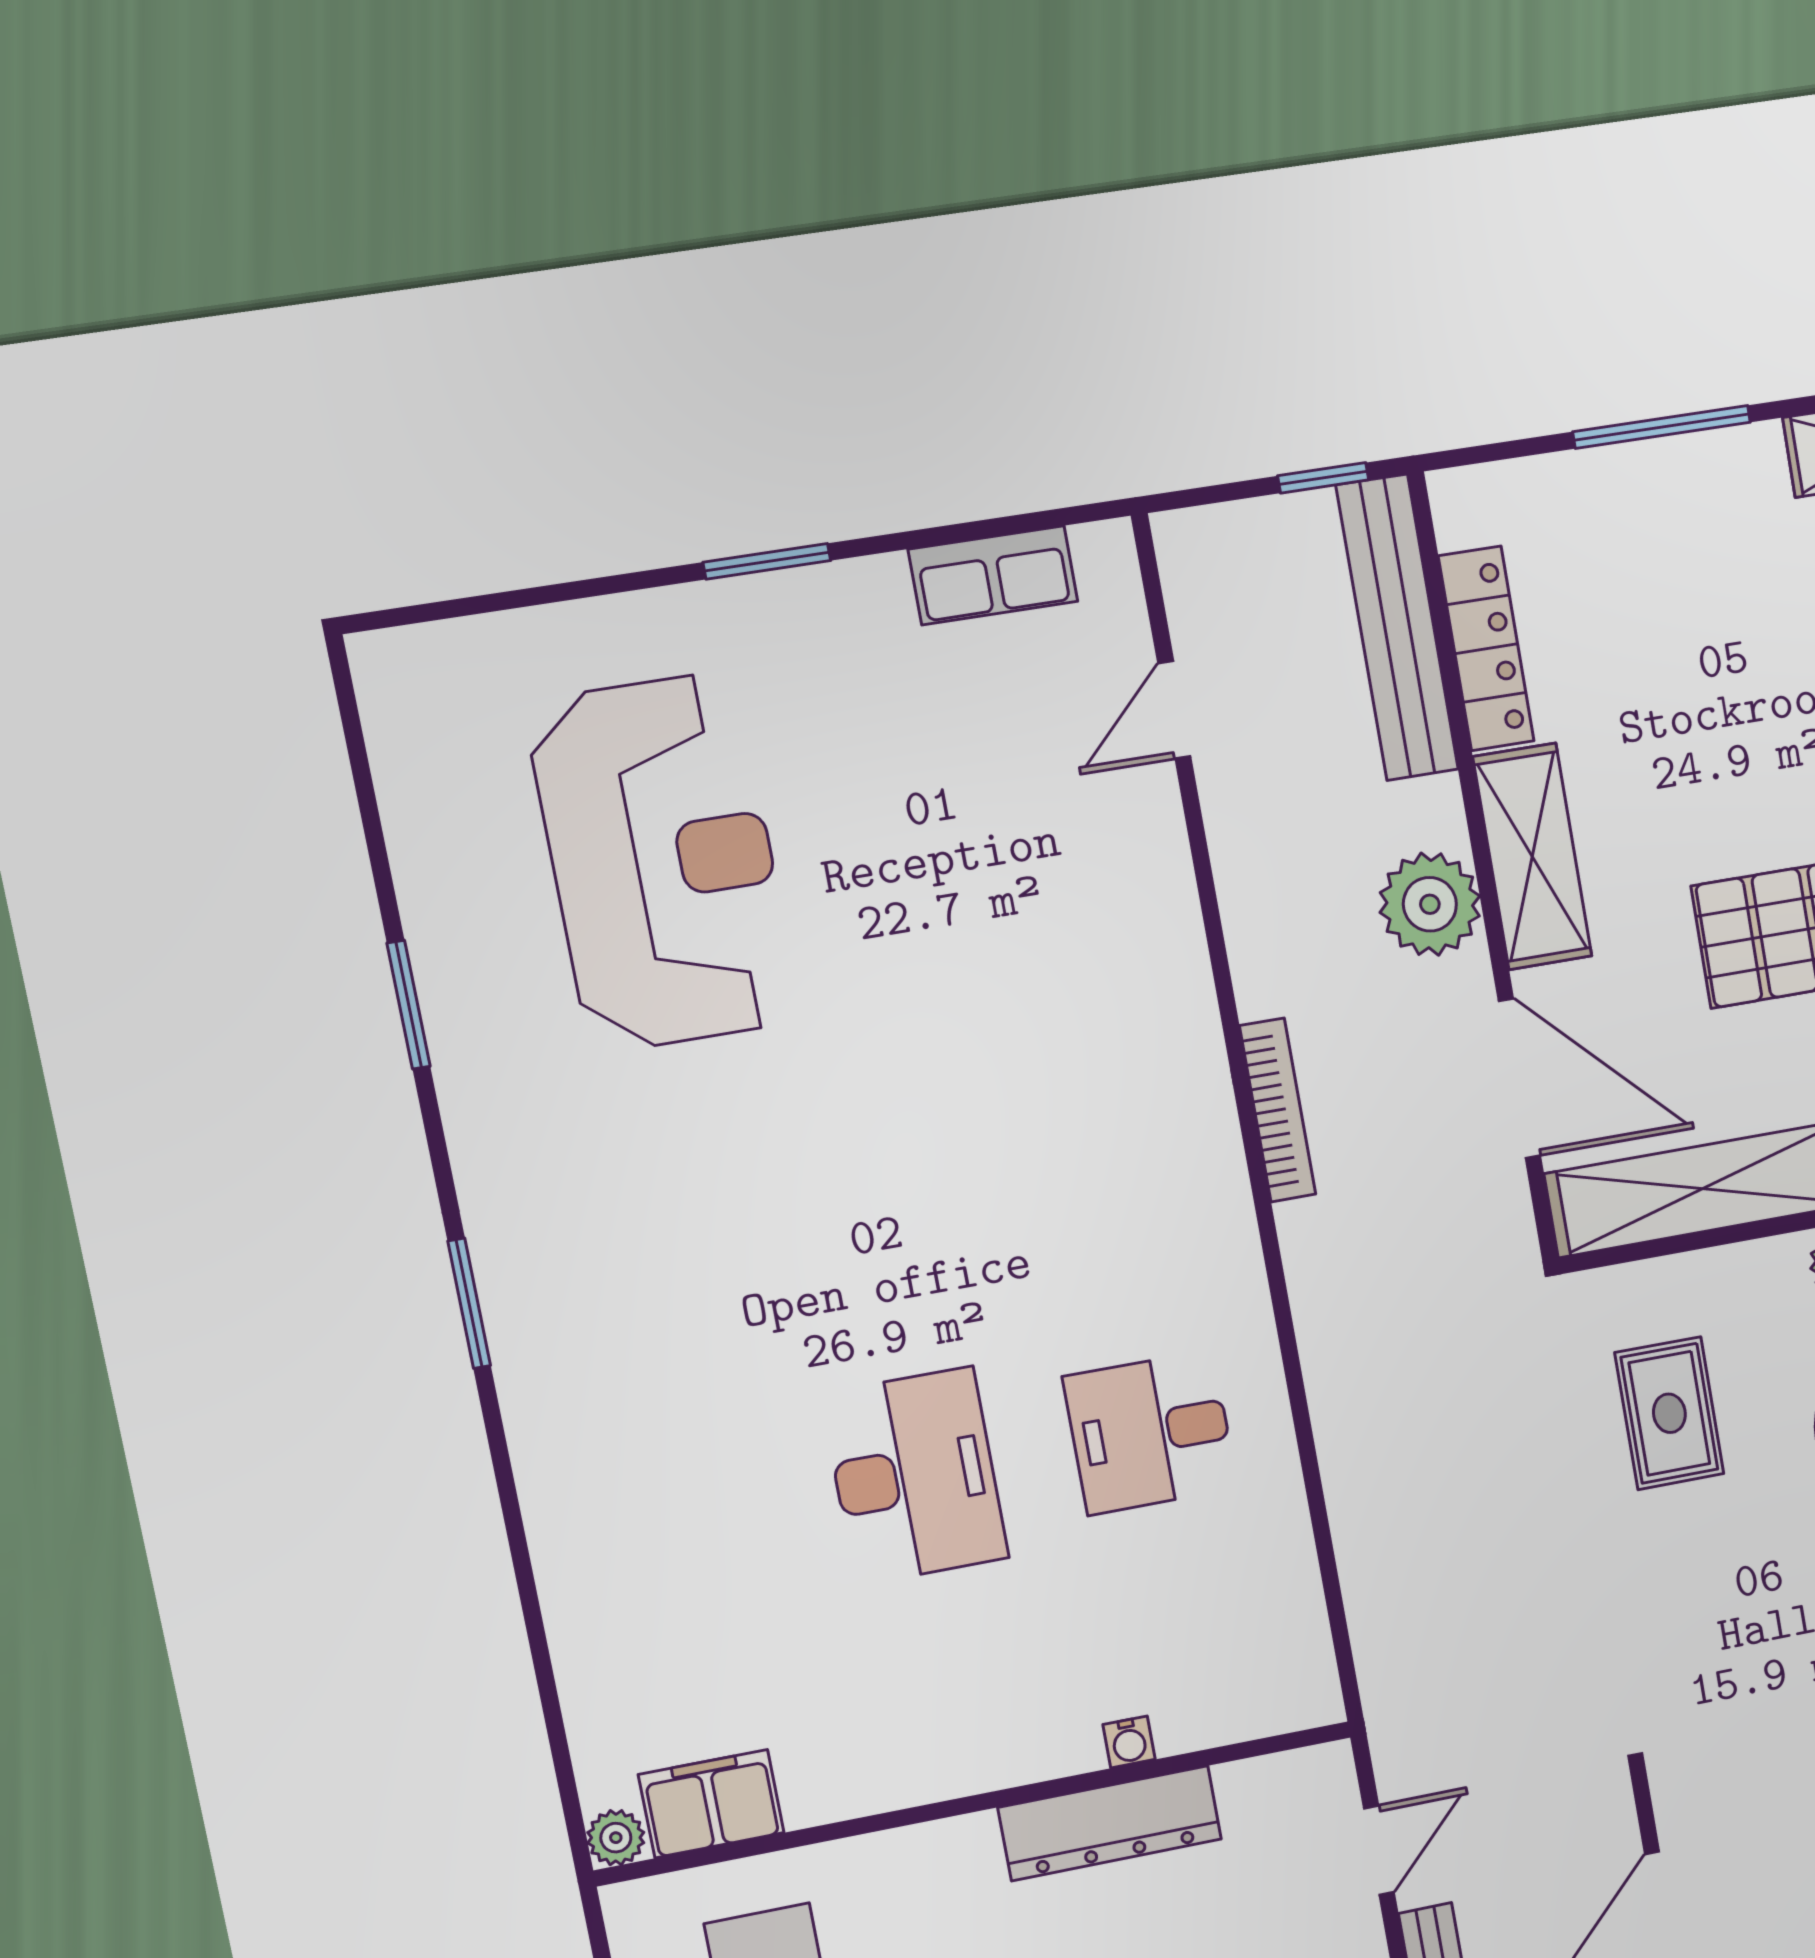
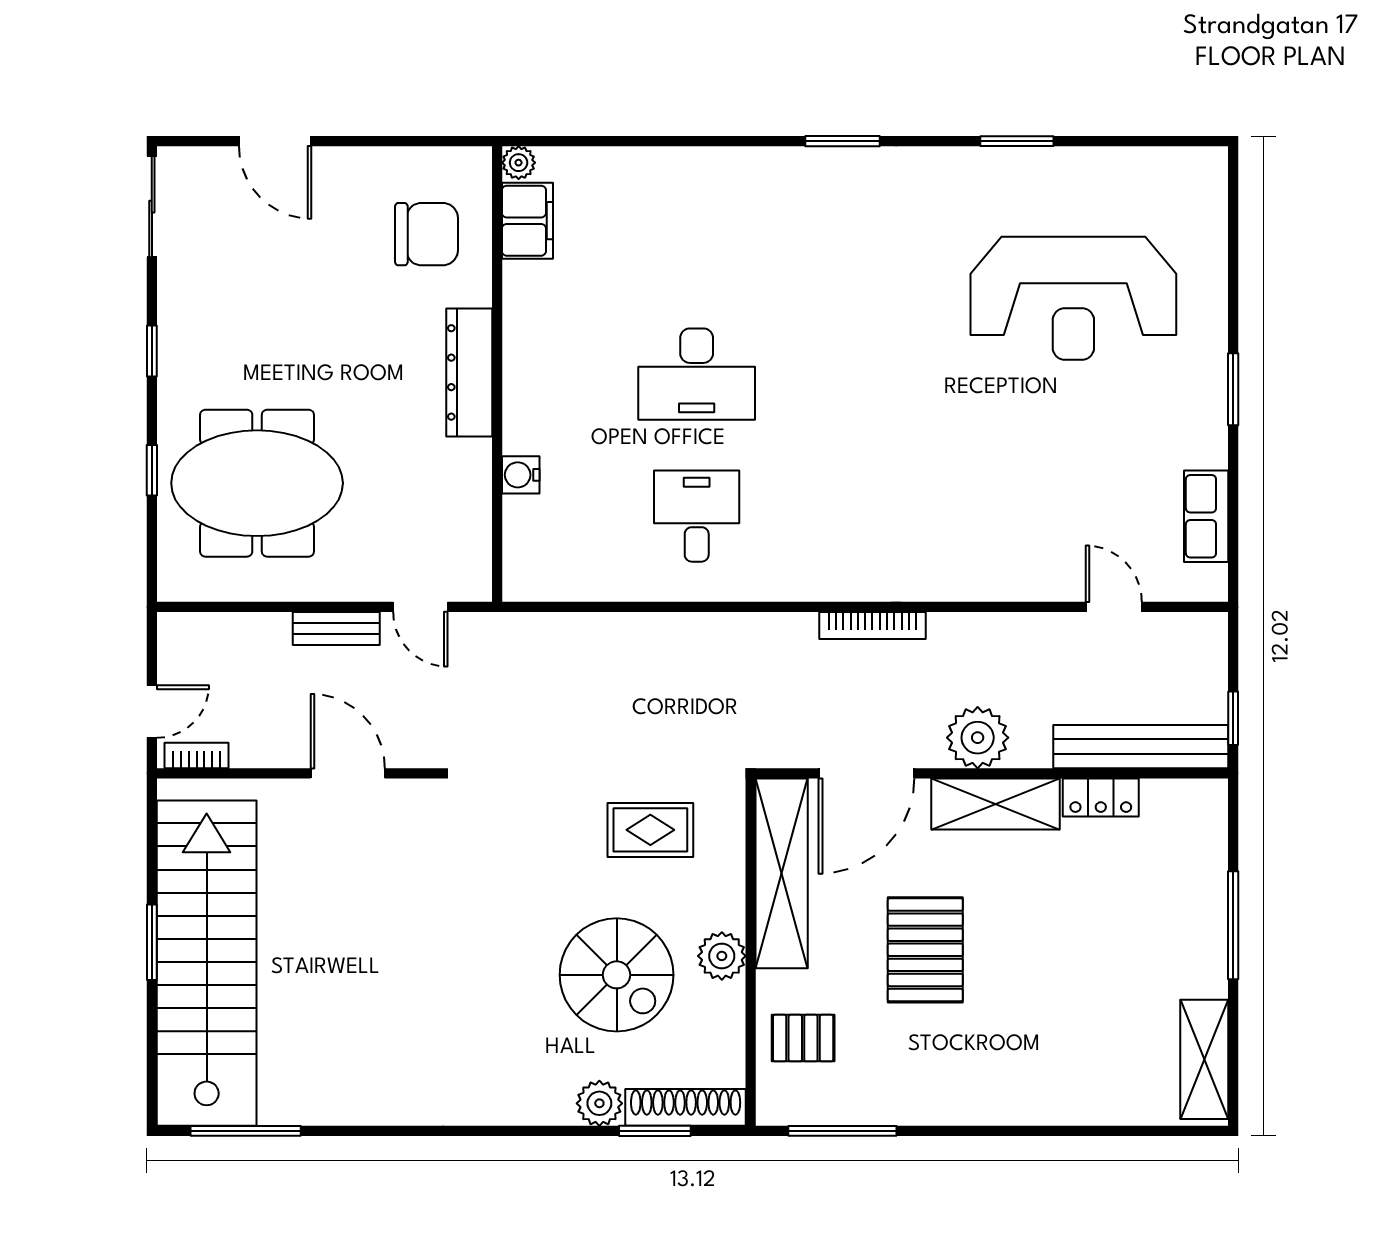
locker: (1486, 649) -> (1101, 797), width x0.66
water cooler: (1129, 1742) -> (521, 475), width x1.38, depth x1.38
dresser: (1110, 1823) -> (469, 372), moved

